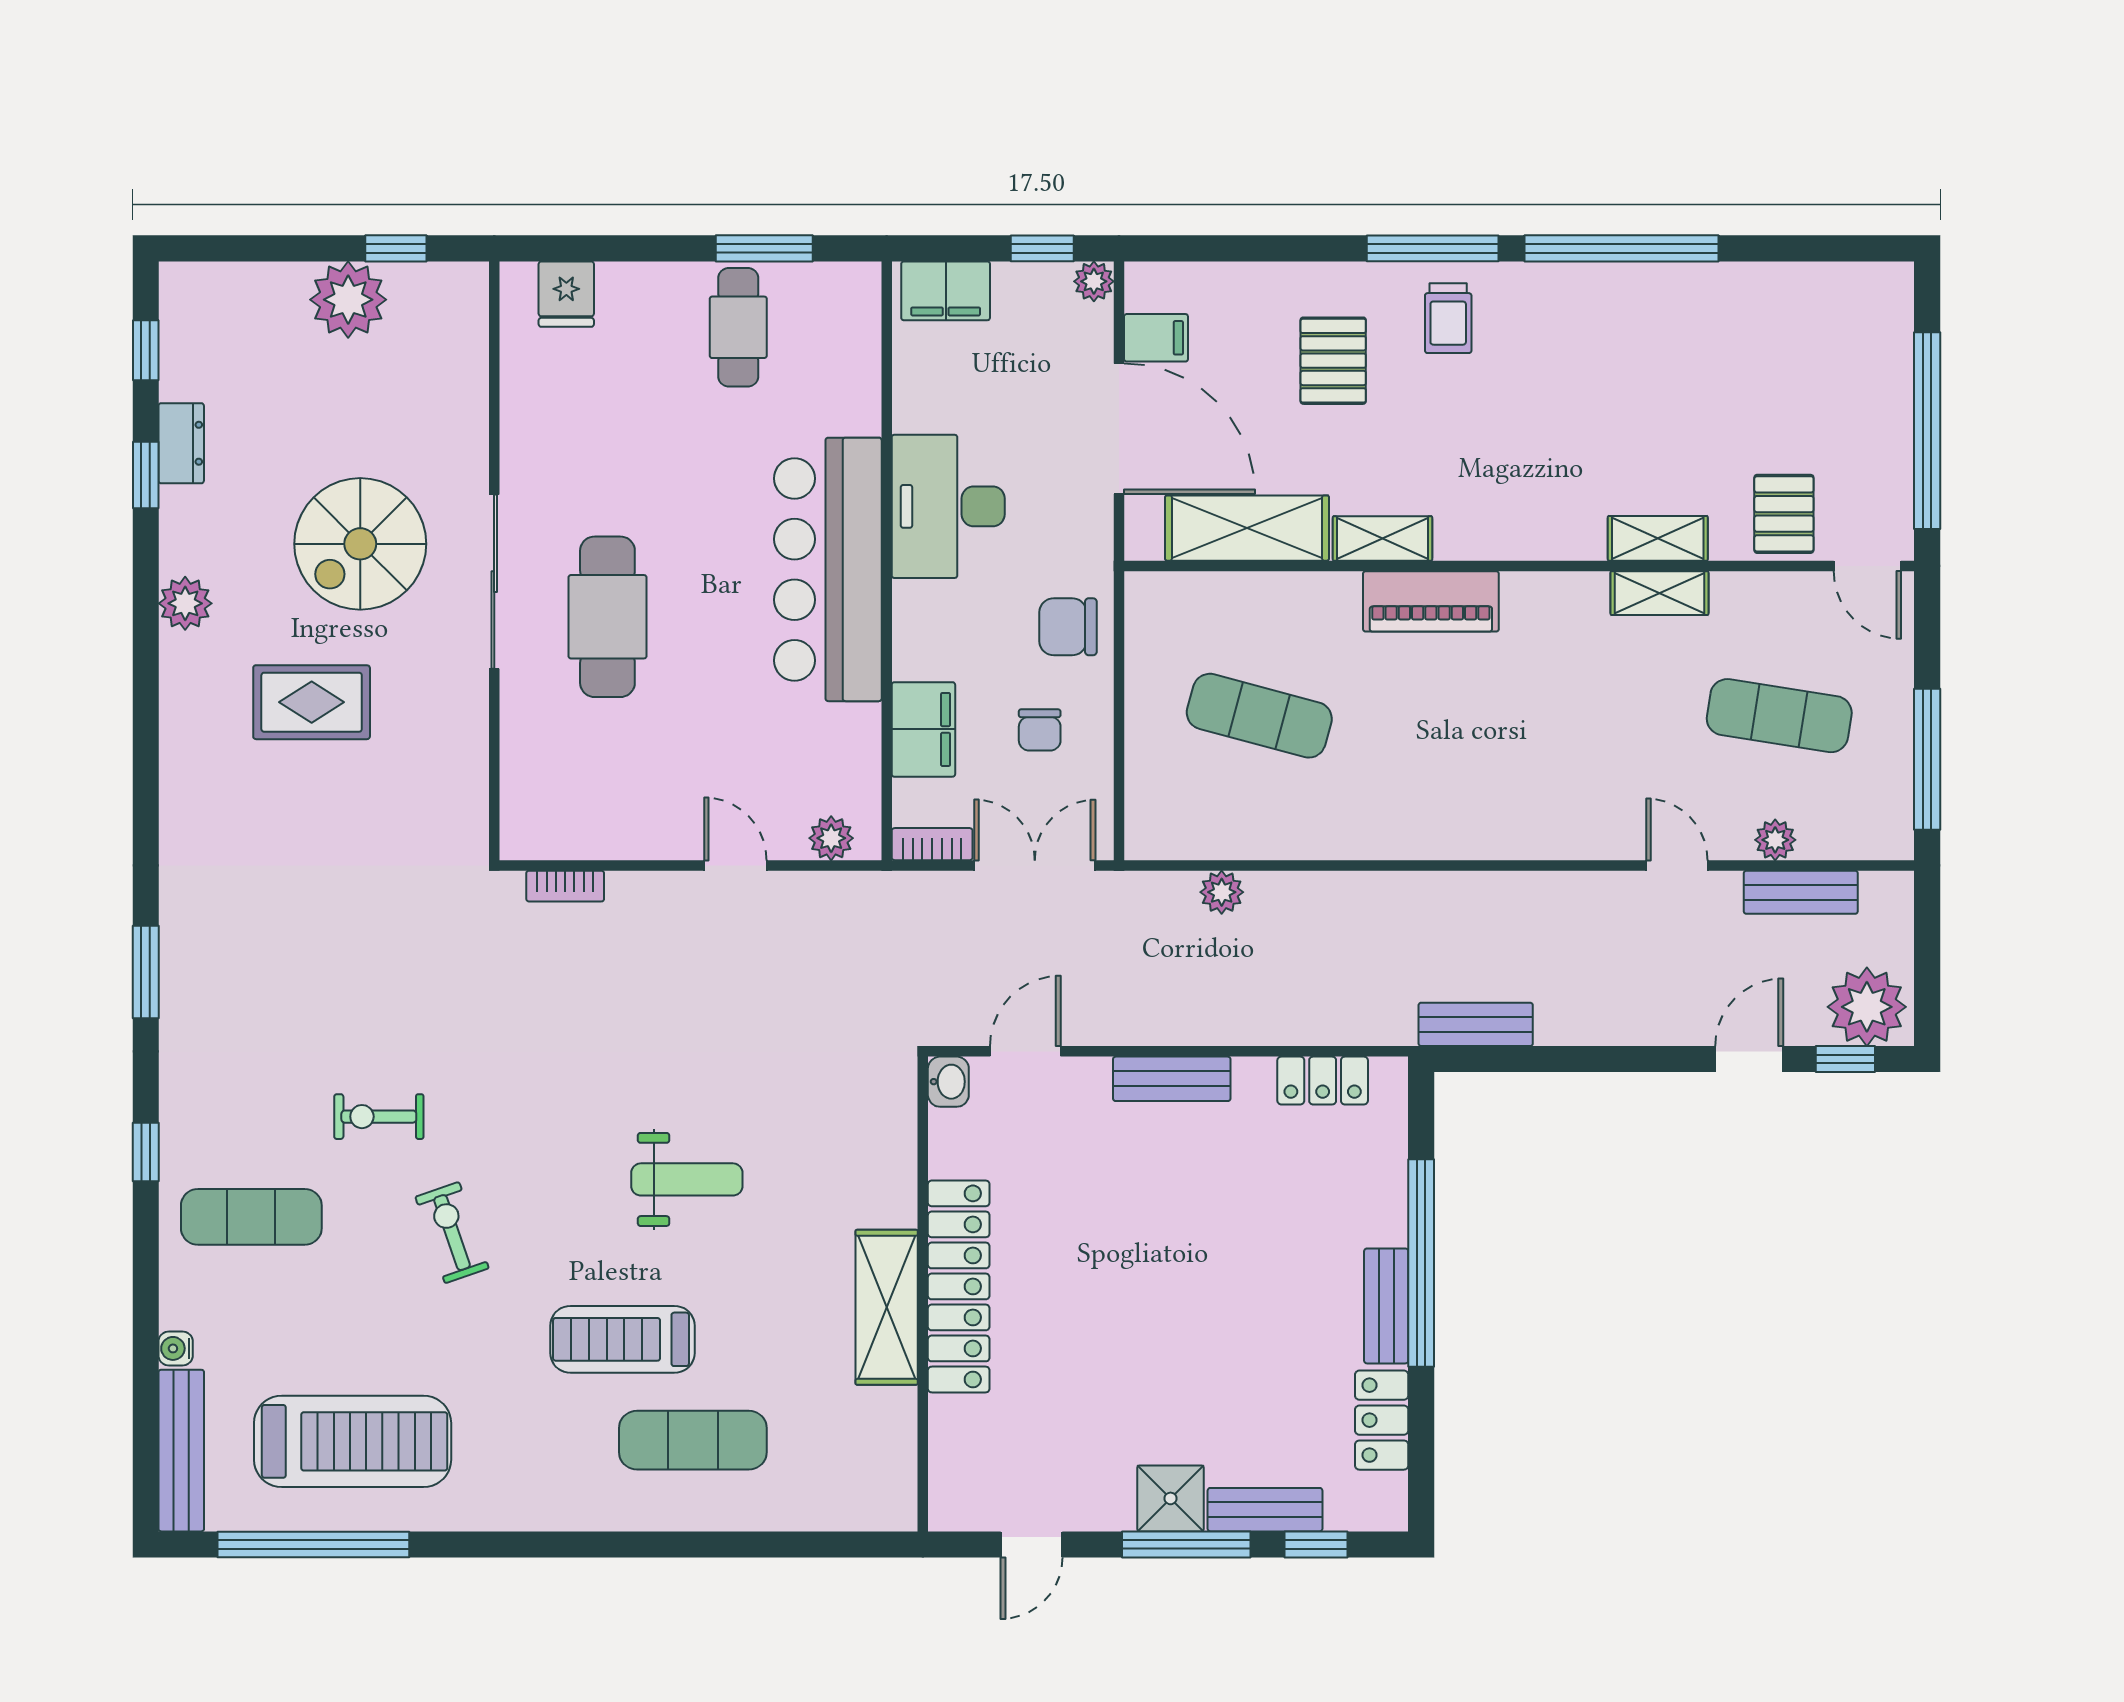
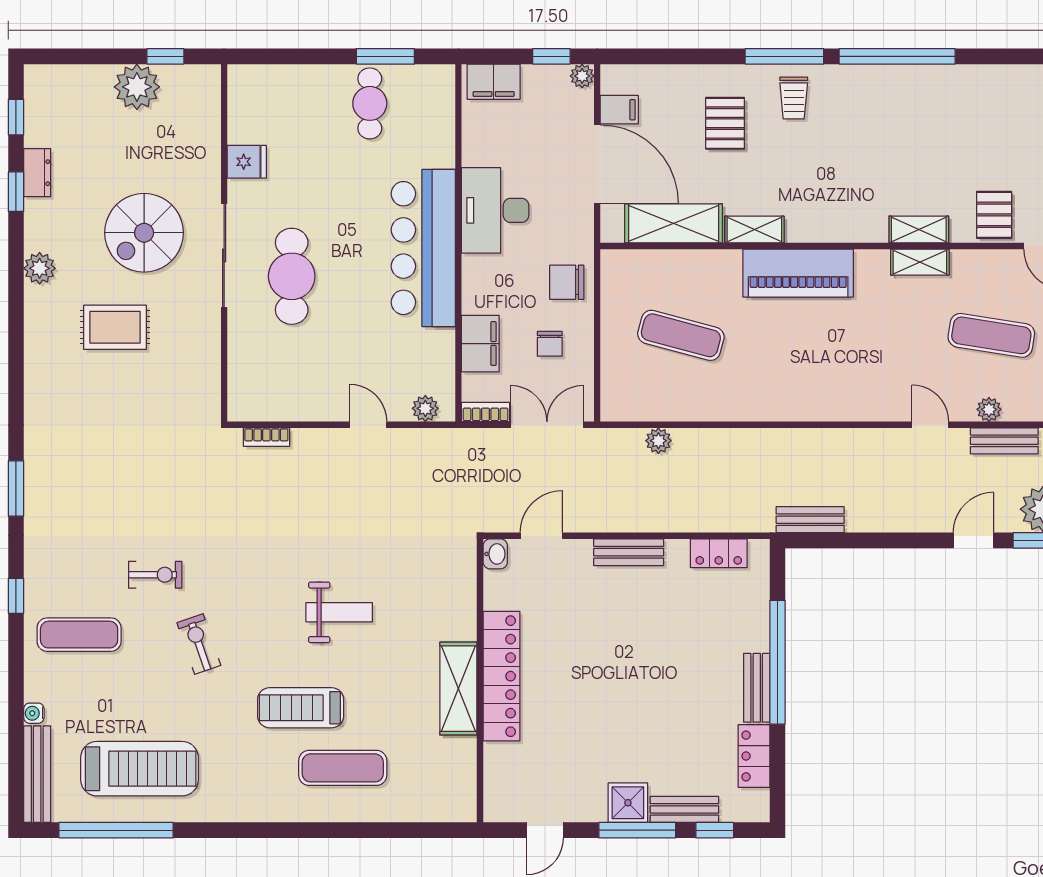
fridge: (566, 294) -> (247, 162), moved, turned -90
piano: (1431, 601) -> (798, 273), width x1.37, depth x1.33
exercise bike: (379, 1117) -> (155, 575), turned 180

